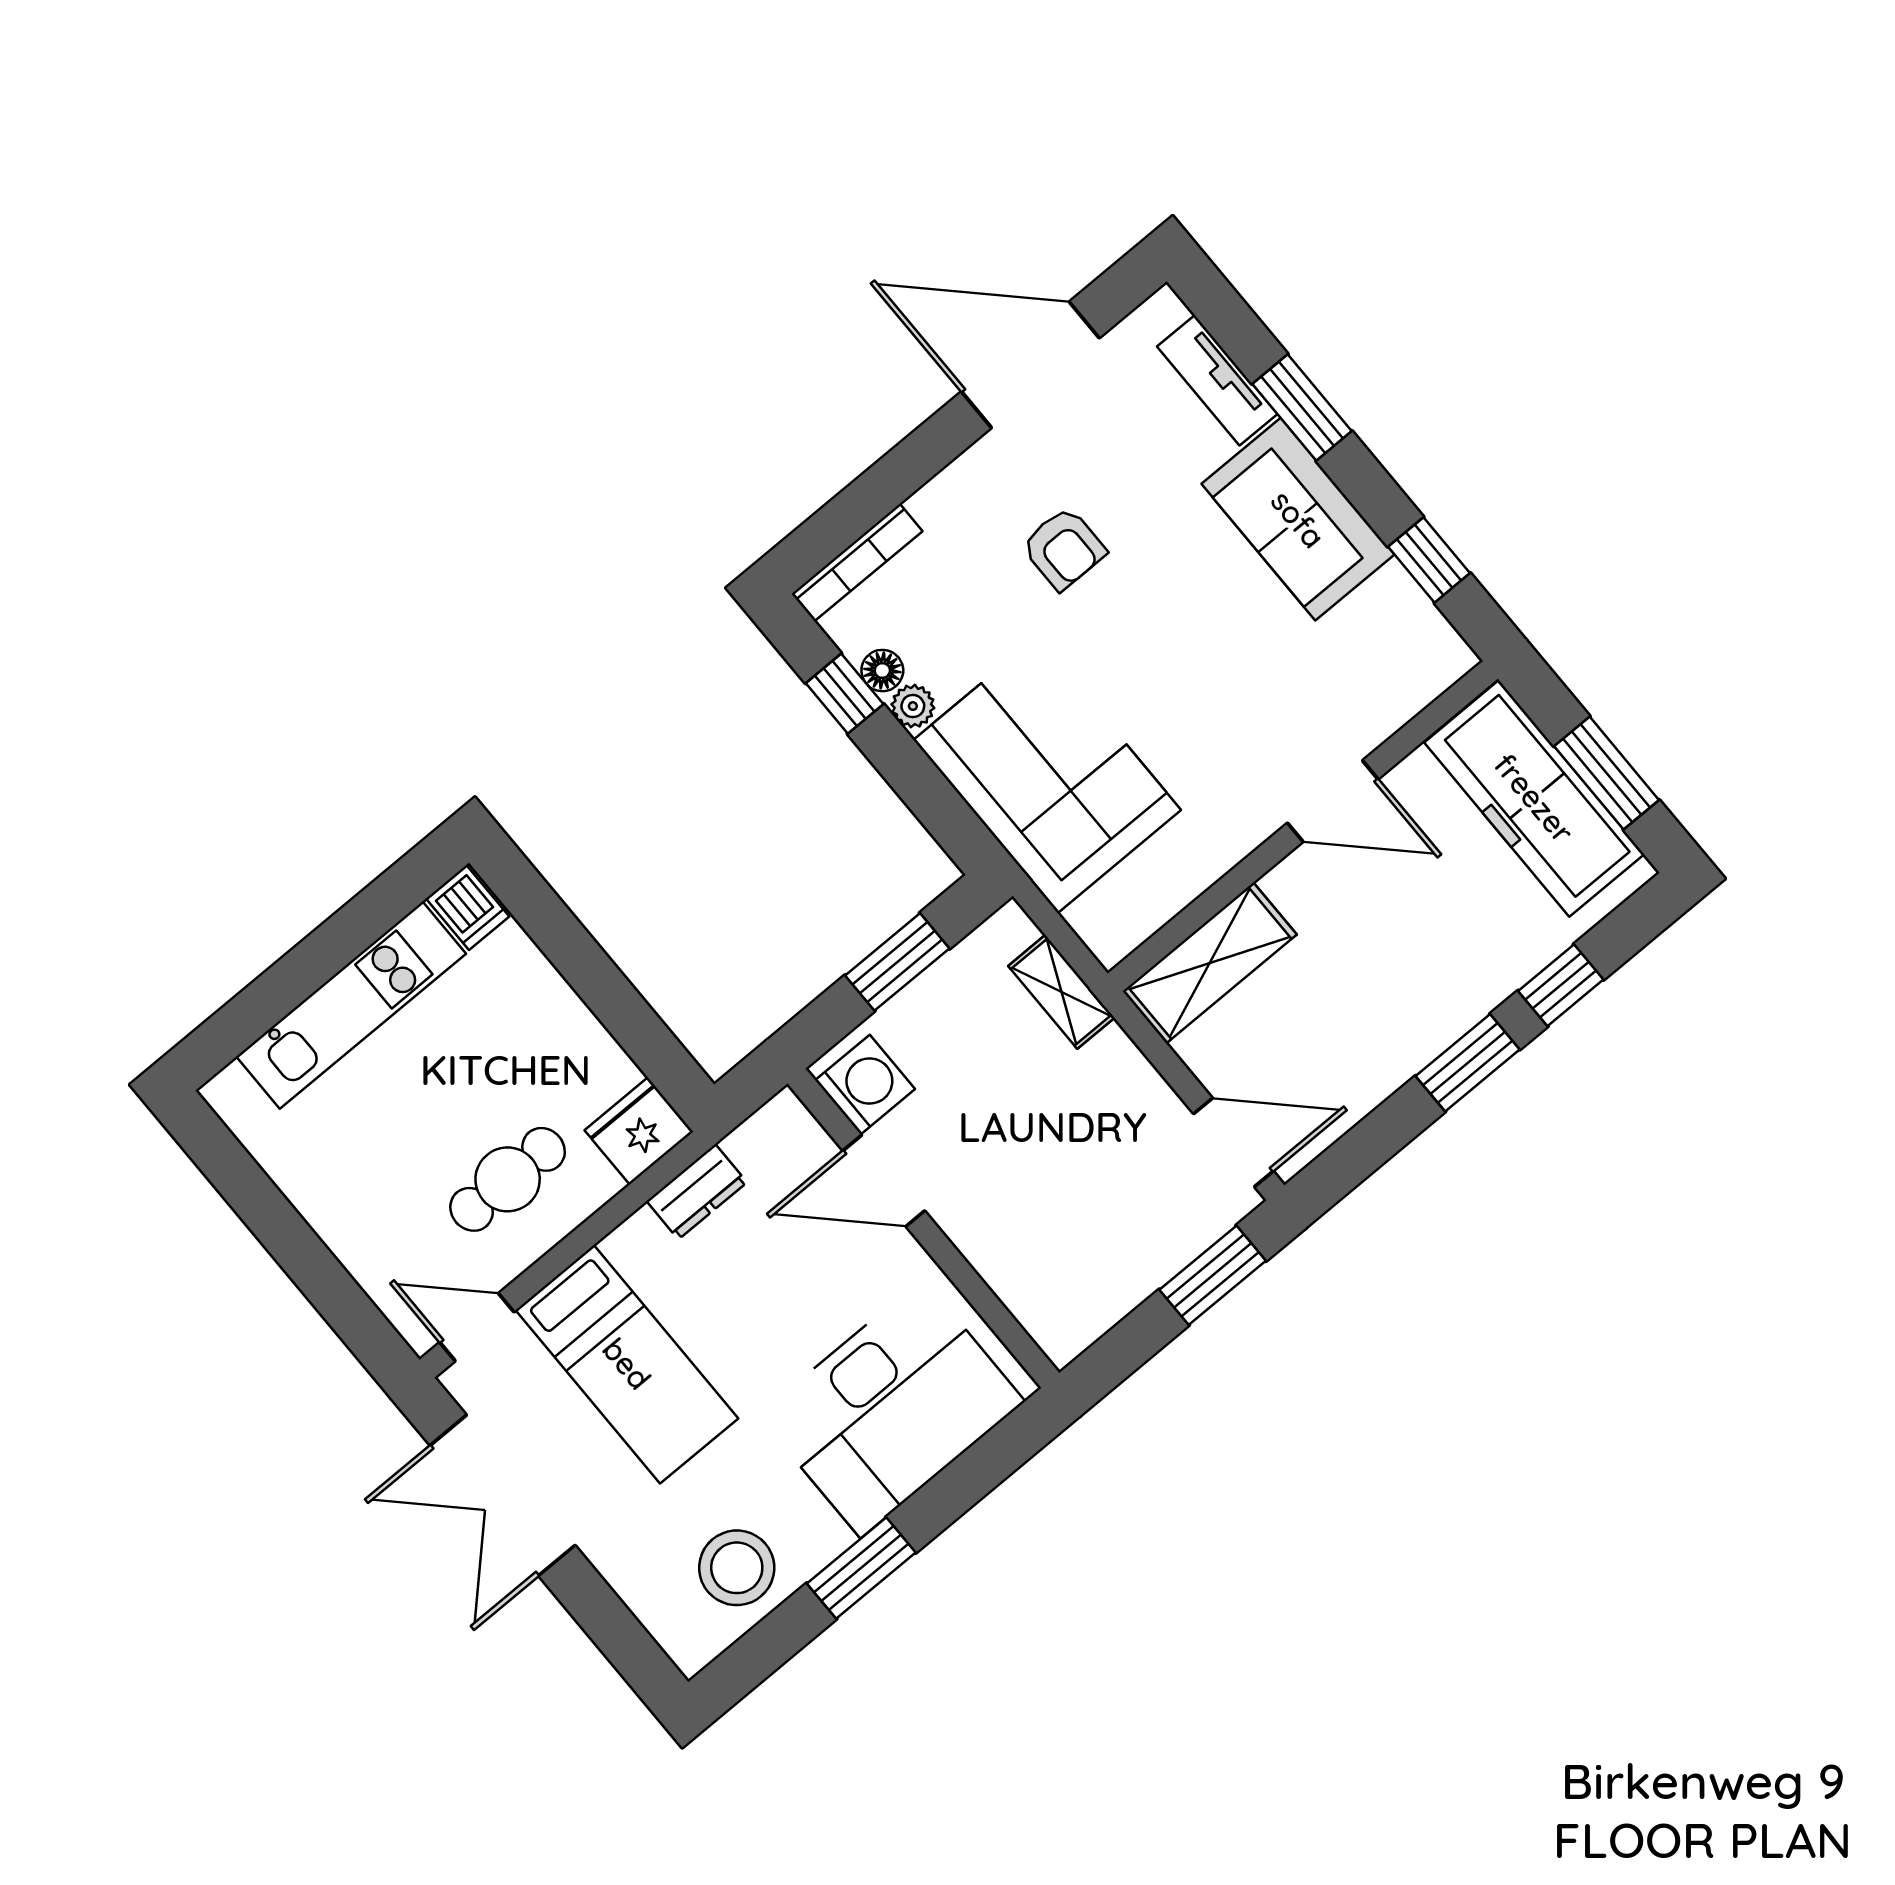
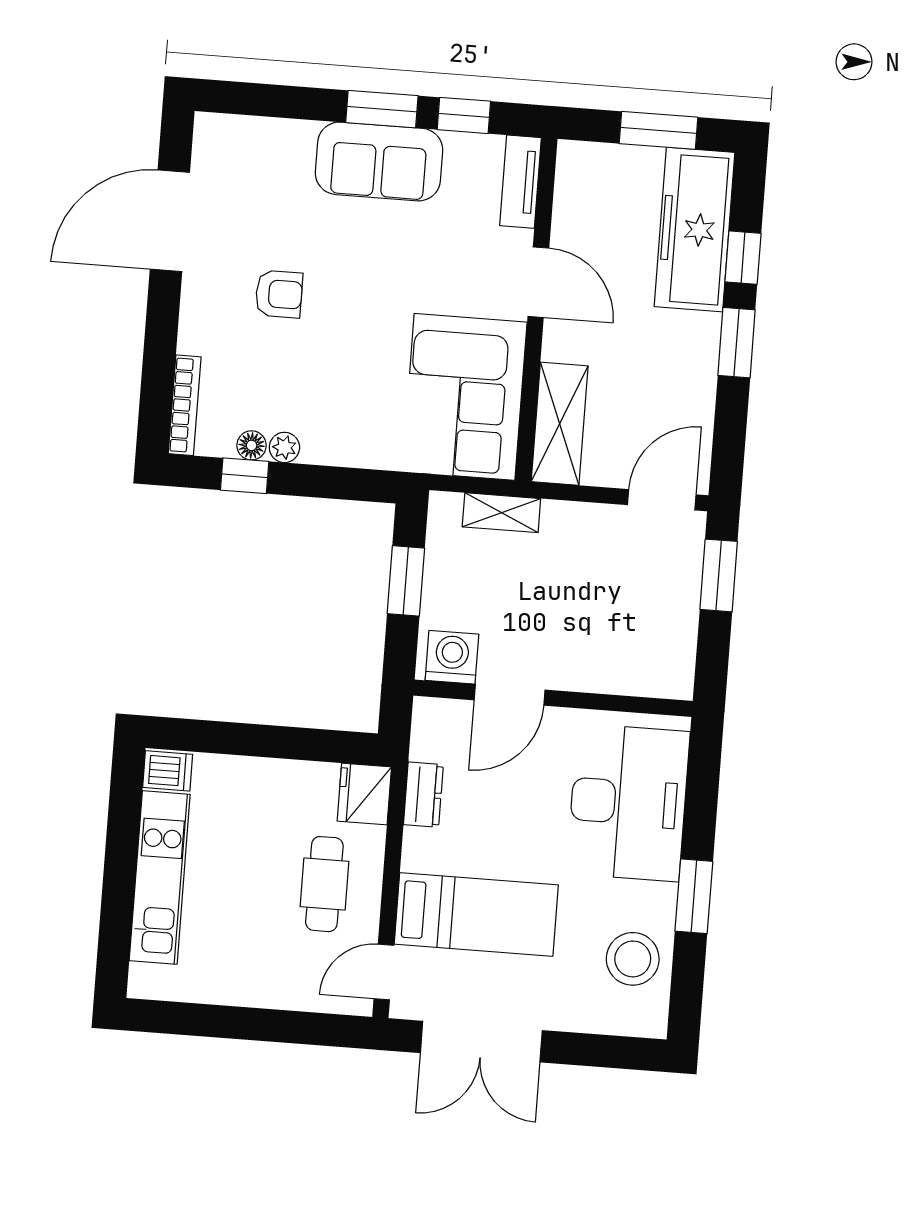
tv unit: (1217, 380) -> (521, 182), moved, turned 90
window: (1302, 408) -> (382, 109), moved
corner sofa: (1047, 775) -> (465, 397), moved, turned -90
freezer: (1534, 798) -> (695, 230), moved, turned 90
door: (1333, 801) -> (538, 282), hinge flipped

